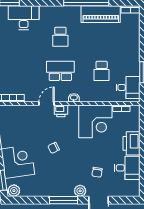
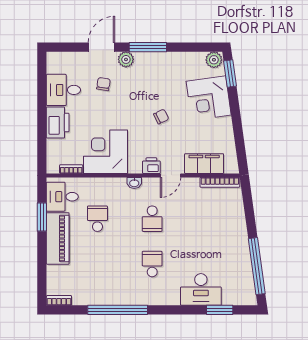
piano: (101, 14) -> (58, 238), moved, turned 90
school desk: (60, 71) -> (152, 219), width x0.54
filing cabinet: (21, 112) -> (204, 164), added

